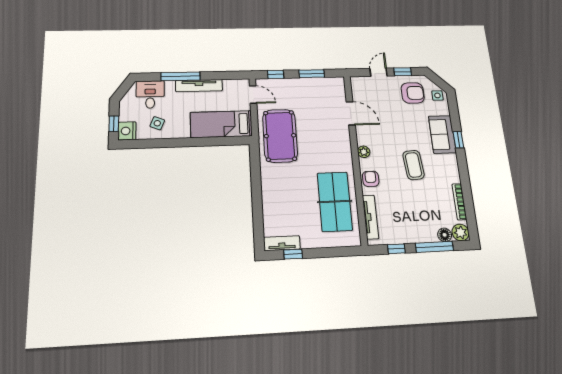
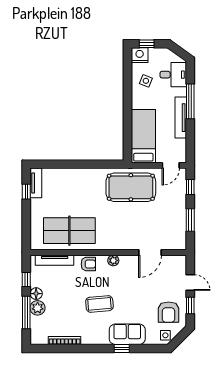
plant: (461, 232) -> (38, 308), moved
floor lamp: (445, 235) -> (36, 294), moved

